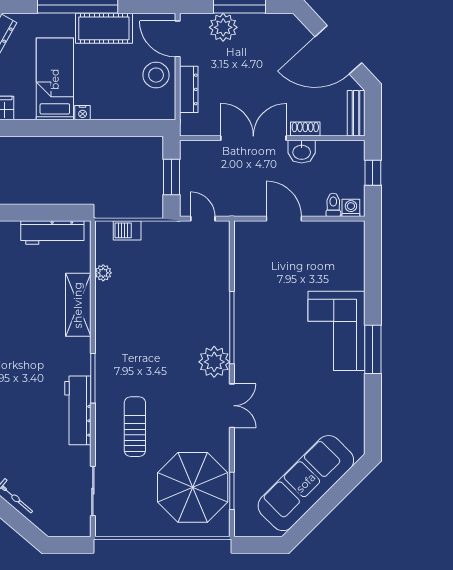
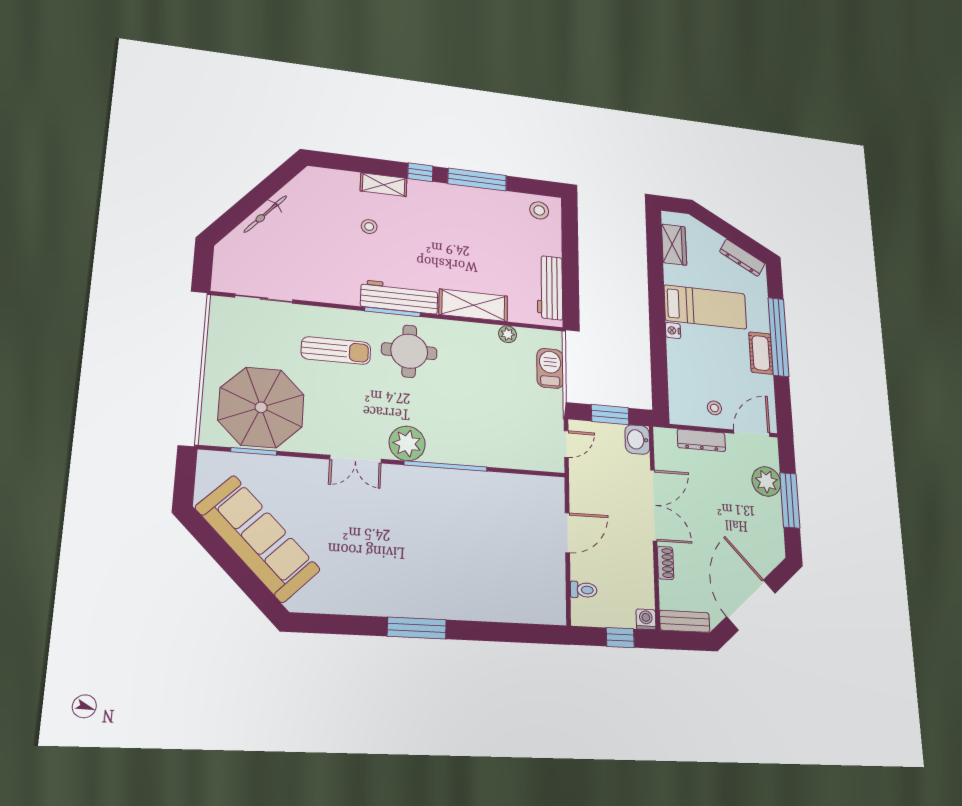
cot: (104, 28) -> (761, 353), width x0.73, depth x0.75
stool: (156, 75) -> (714, 408), width x0.53, depth x0.53
washbasin: (302, 152) -> (637, 440), moved
washing machine: (351, 208) -> (646, 619), moved, turned -90
barbecue: (127, 230) -> (550, 368), width x1.38, depth x1.27
corner sofa: (336, 331) -> (440, 586), removed
round table: (129, 362) -> (409, 351), added
stool: (12, 402) -> (369, 227), added
workbench: (78, 410) -> (399, 297), moved

